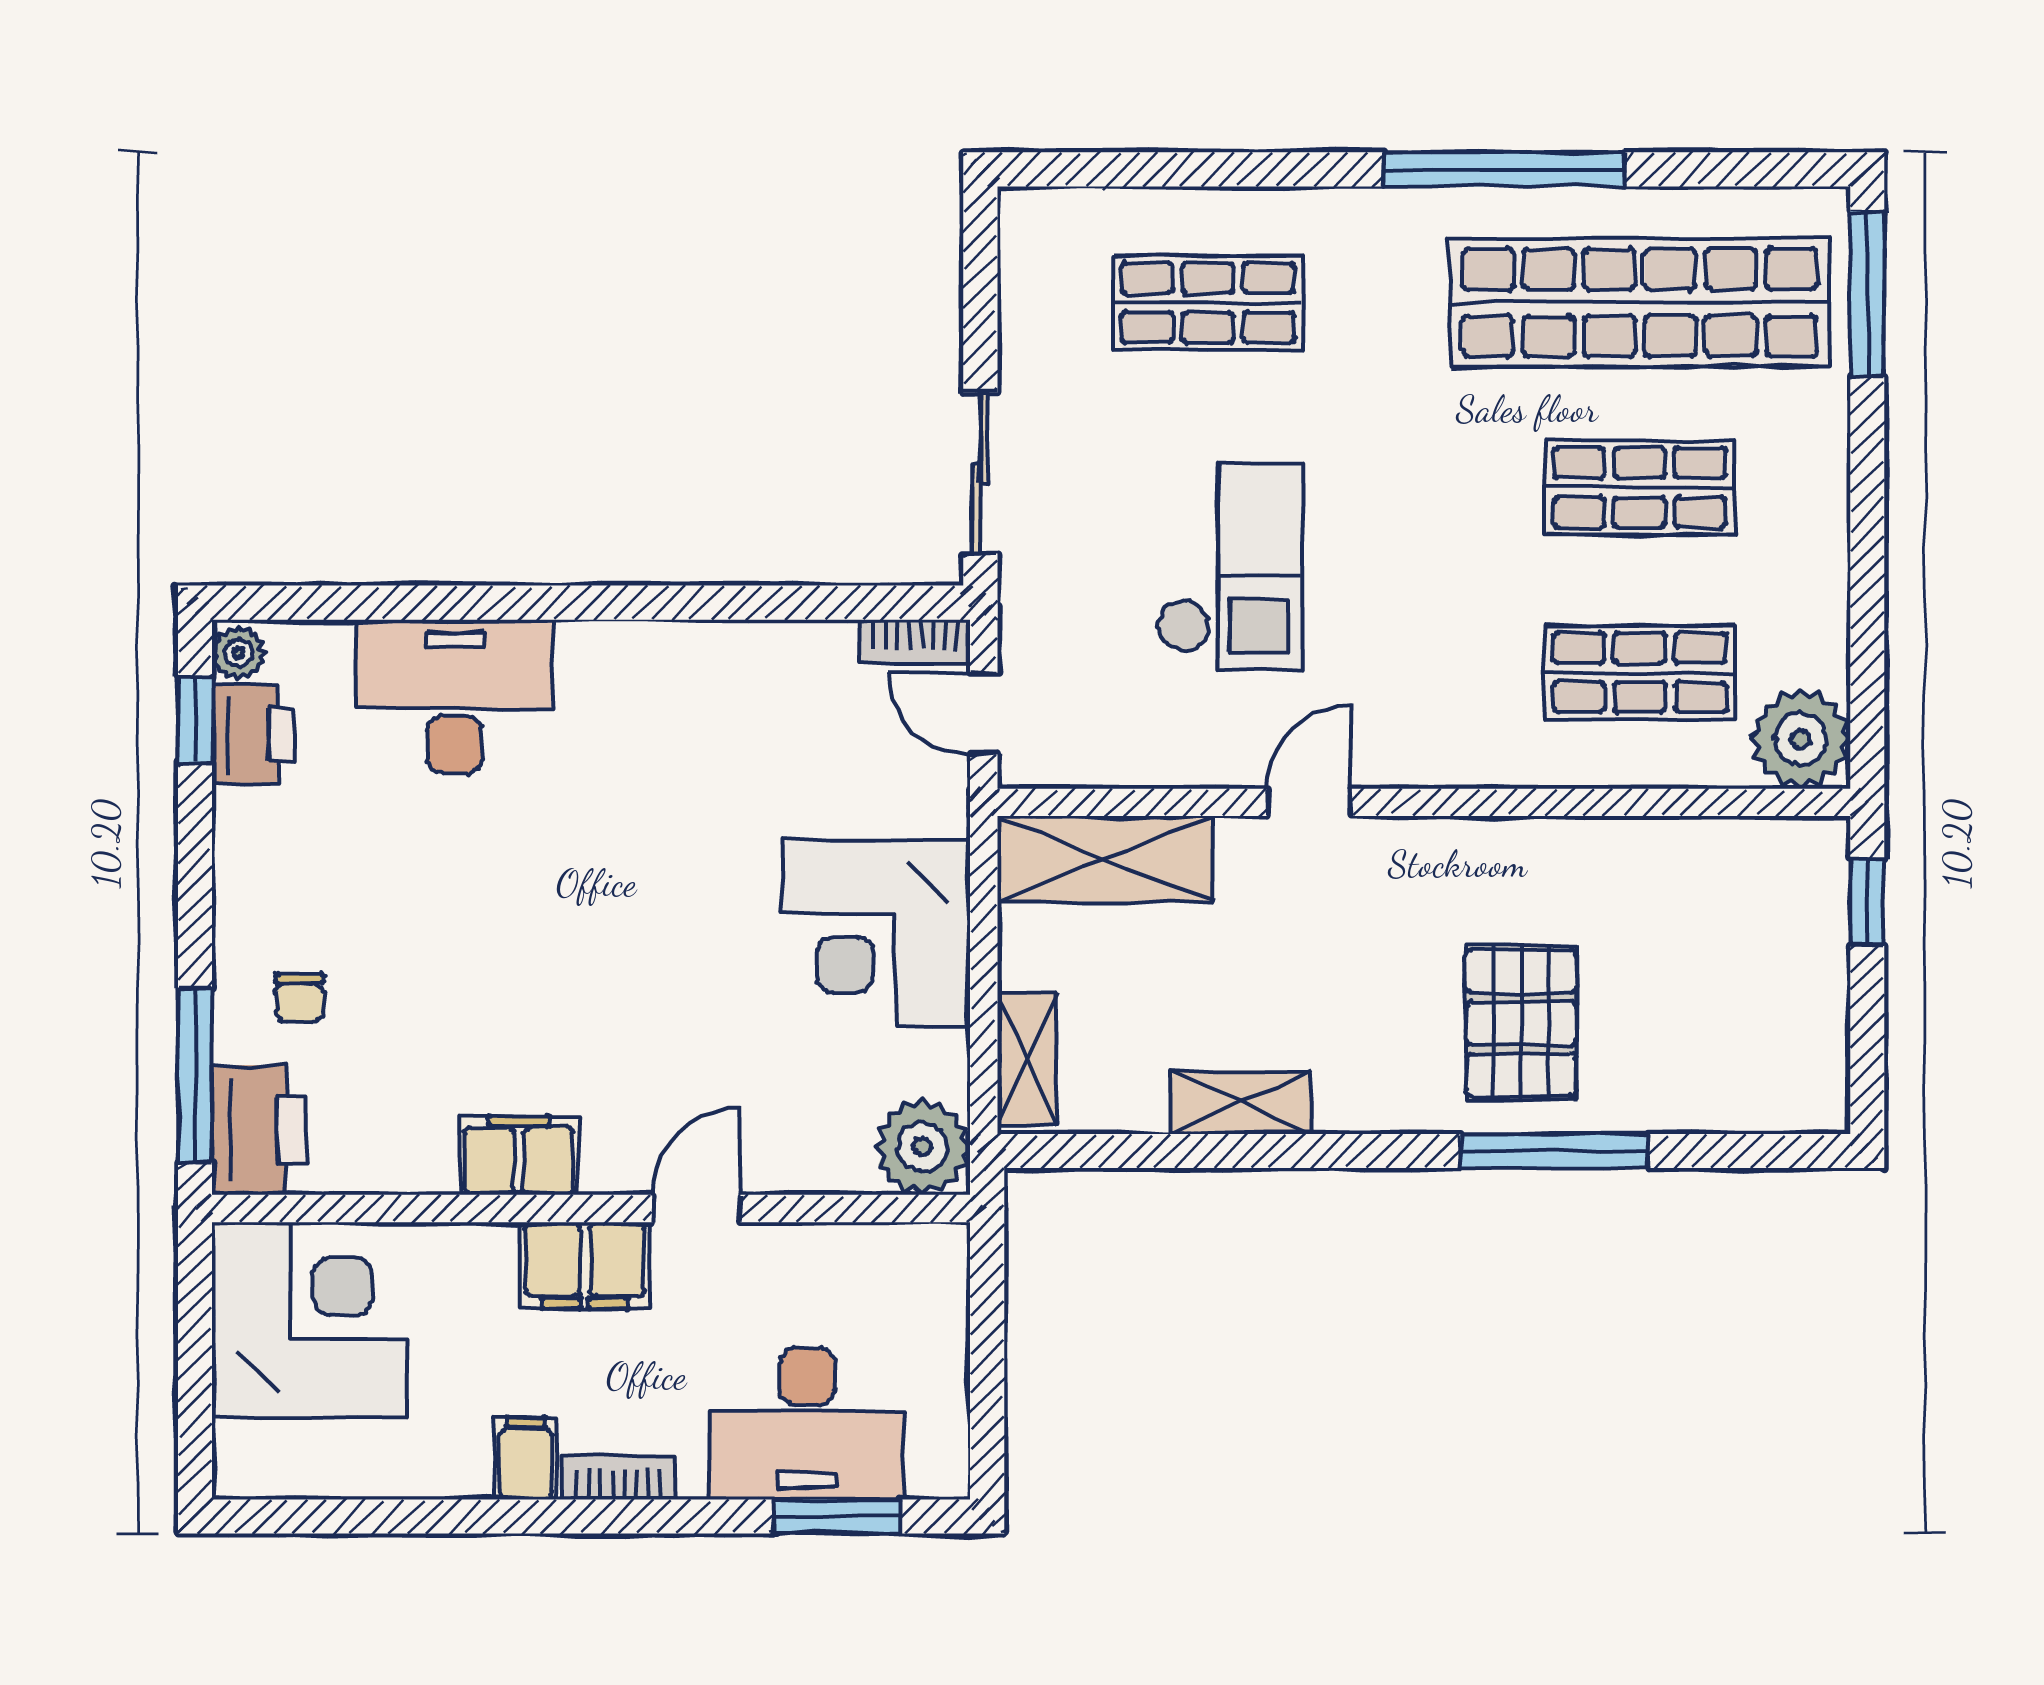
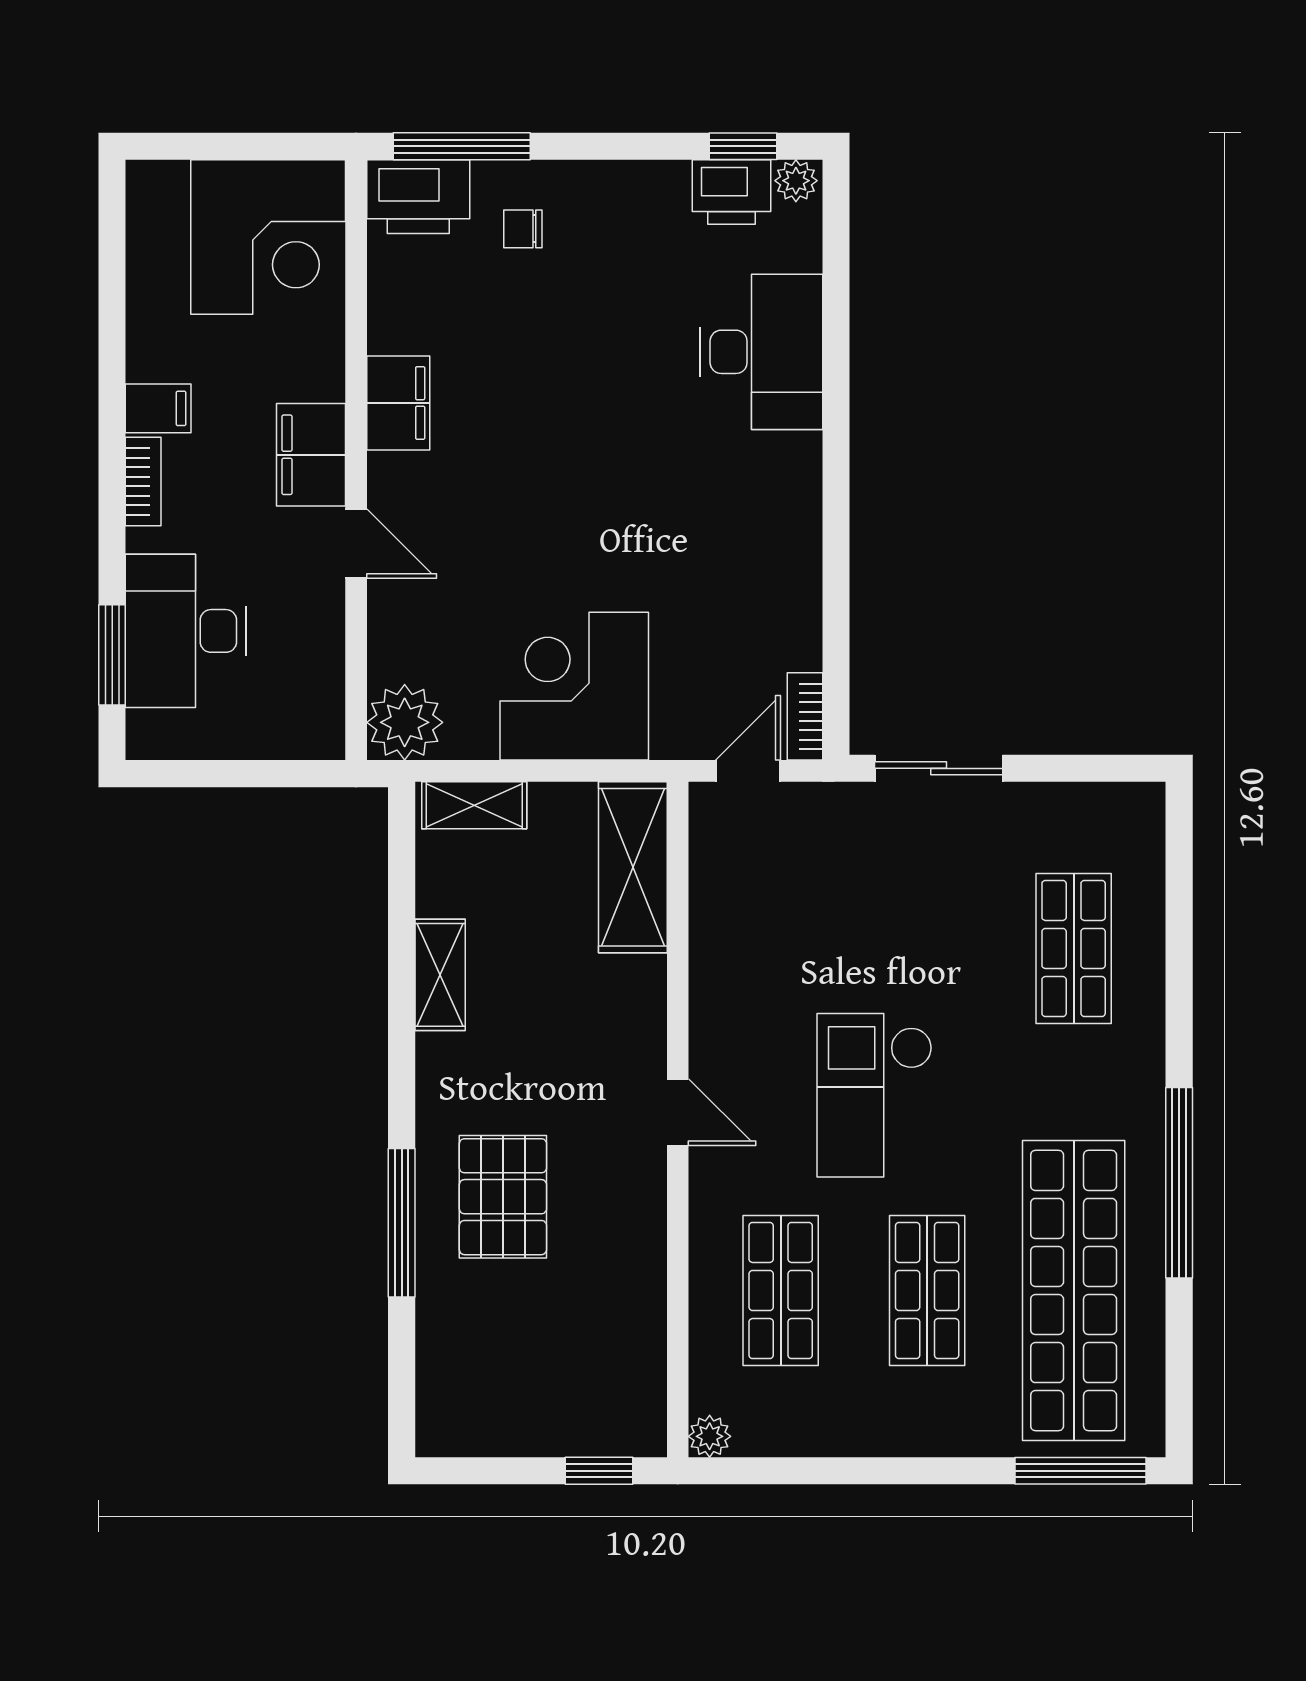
checkout: (1230, 566) -> (875, 1095), moved, turned 90
plant: (1800, 739) -> (710, 1436), width x0.53, depth x0.53
door: (1309, 802) -> (678, 1112), moved
pallet: (1521, 1023) -> (503, 1197), turned 90

